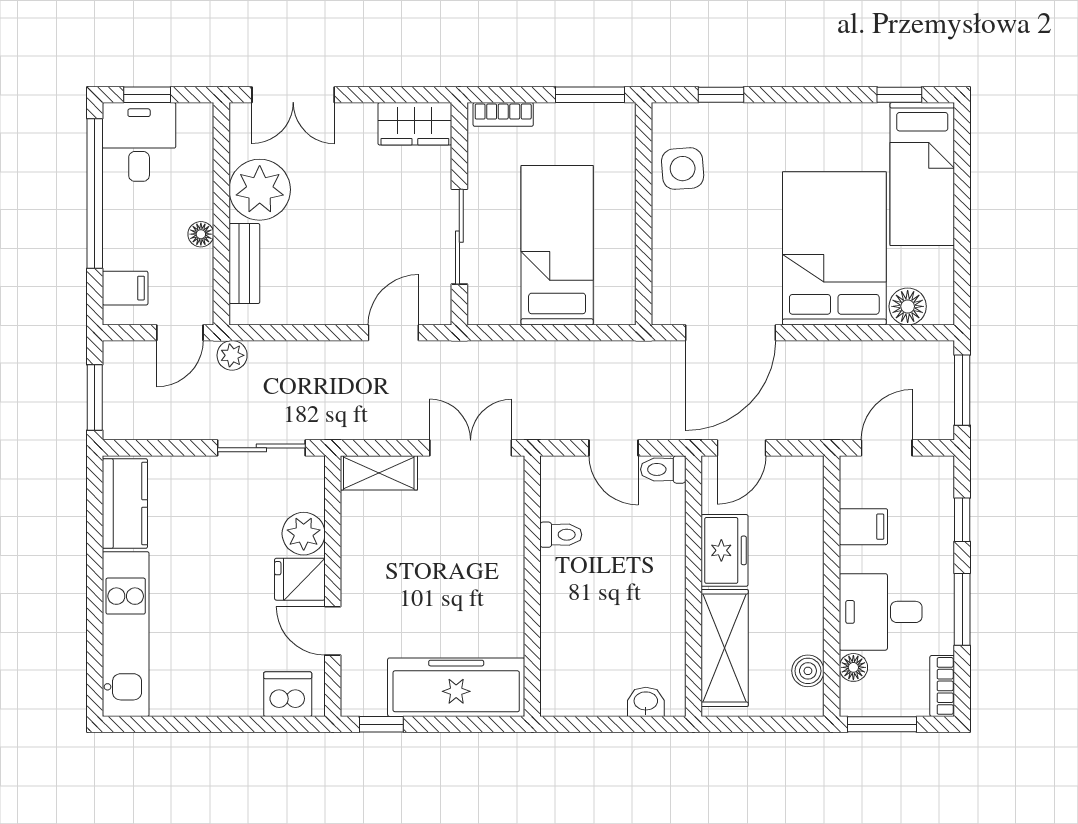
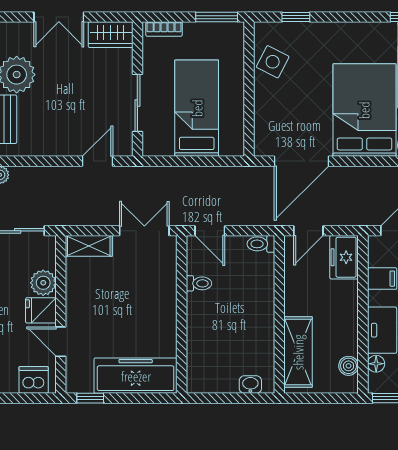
double door: (293, 95) -> (59, 17), moved
side table: (683, 169) -> (273, 62), turned 31
door: (614, 448) -> (210, 231), moved
freezer: (725, 550) -> (344, 257), moved, turned 180

